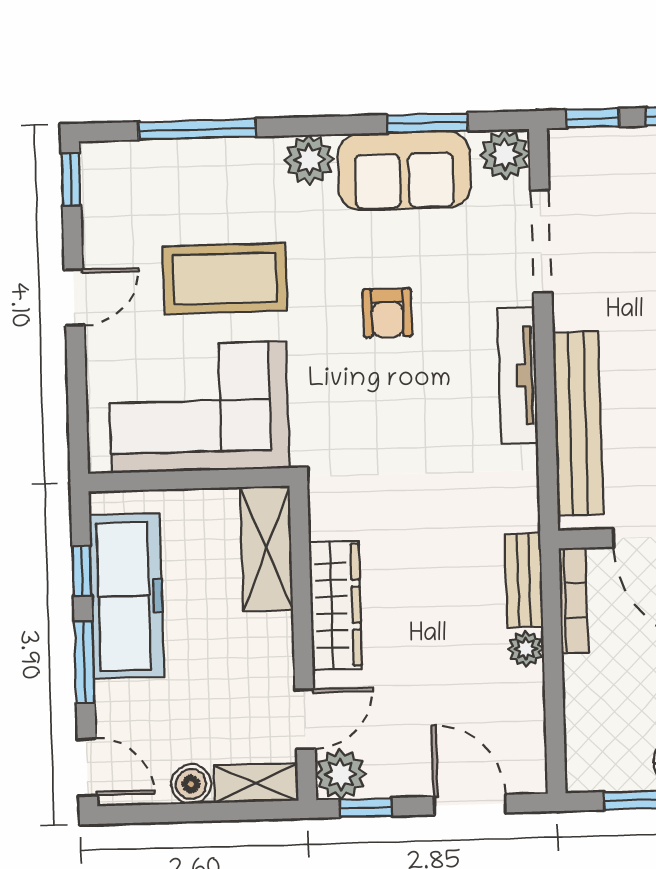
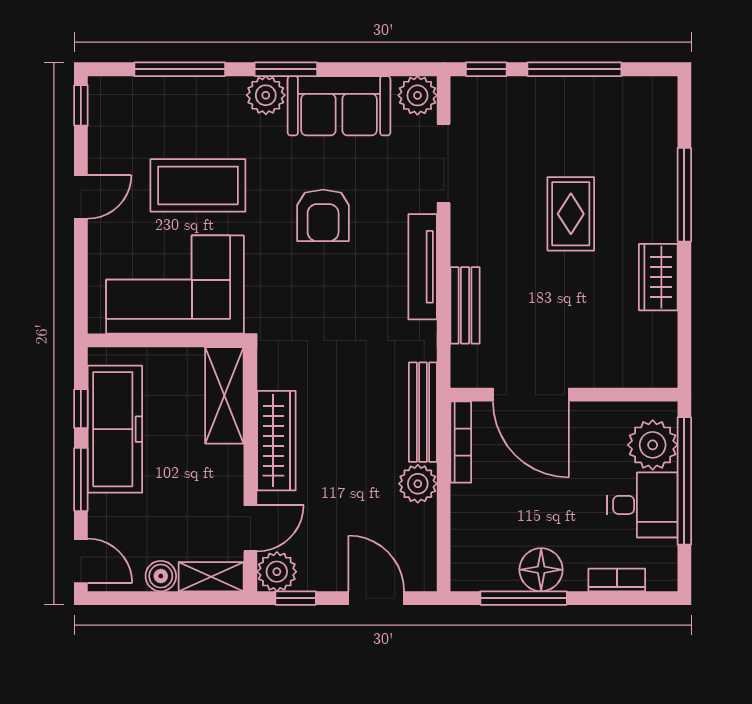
window: (428, 123) -> (286, 69), moved
armchair: (387, 313) -> (323, 215), width x1.38, depth x1.38
bench: (578, 424) -> (465, 305), width x0.54, depth x0.82
bench: (524, 580) -> (423, 412), width x1.36
plant: (526, 649) -> (418, 484), width x1.38, depth x1.38

